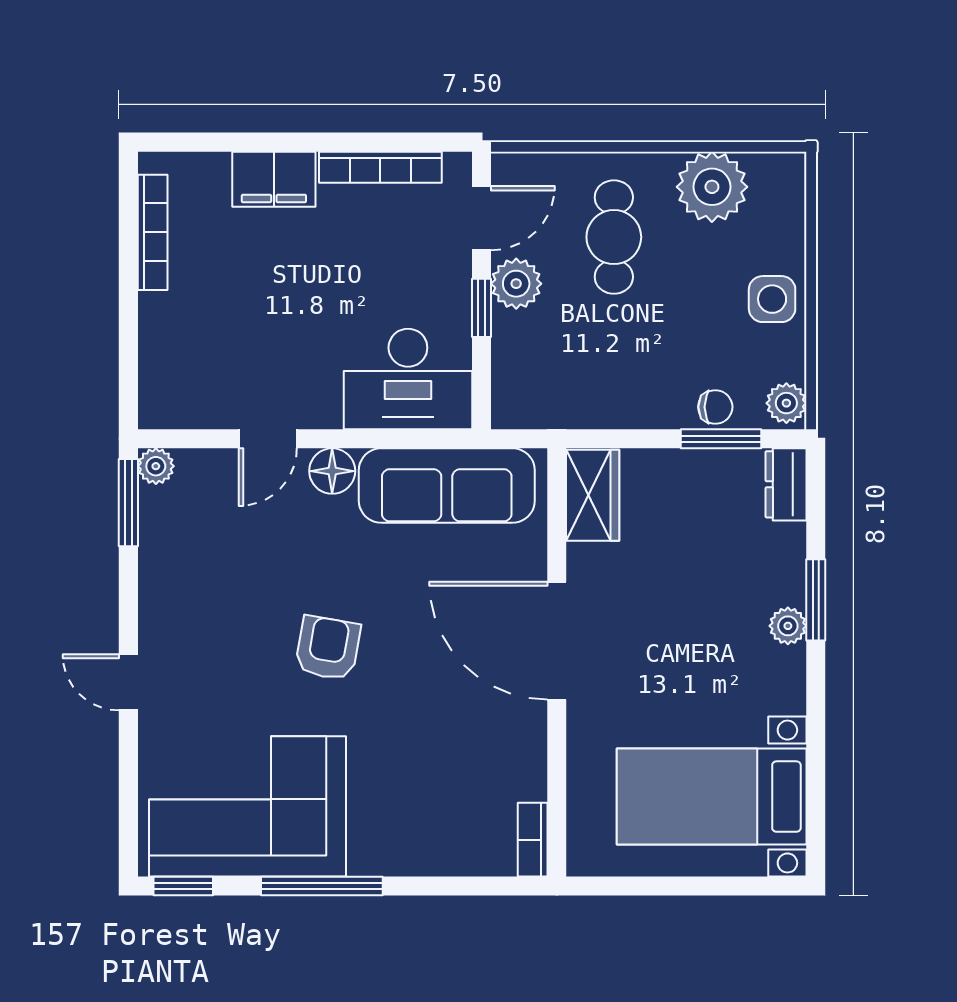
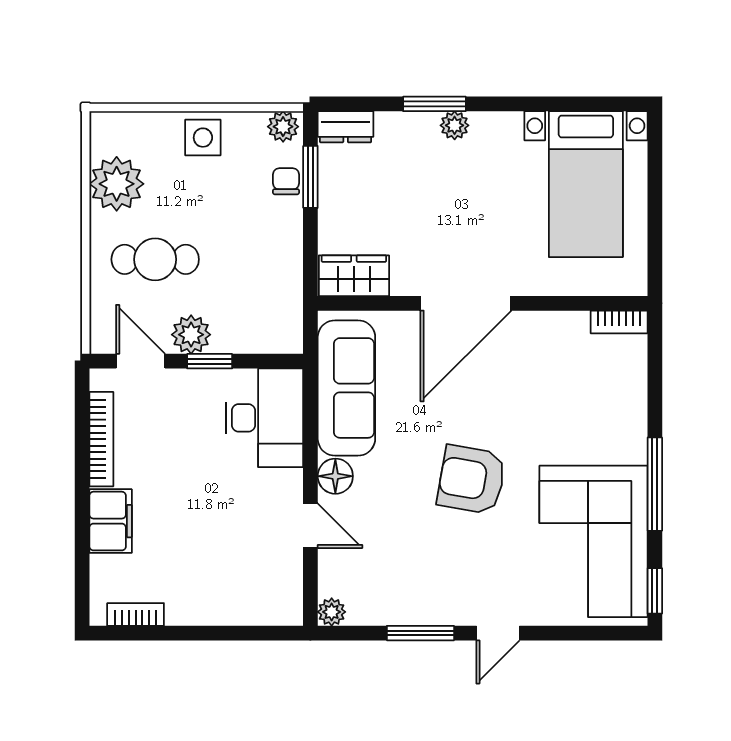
bookcase: (153, 232) -> (136, 614), width x0.64
window: (128, 503) -> (420, 633), moved
armchair: (328, 648) -> (472, 480), width x1.38, depth x1.38

